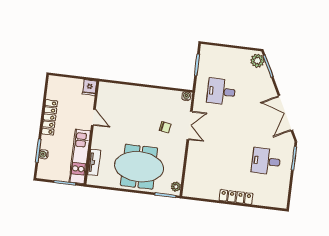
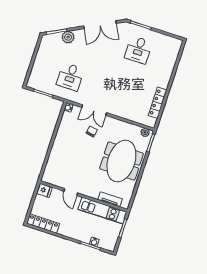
plant: (257, 61) -> (68, 37), moved
locker: (50, 117) -> (43, 224), moved
door: (93, 117) -> (71, 192), swing flipped
double door: (190, 125) -> (94, 110), swing flipped
locker: (236, 197) -> (158, 103), moved

